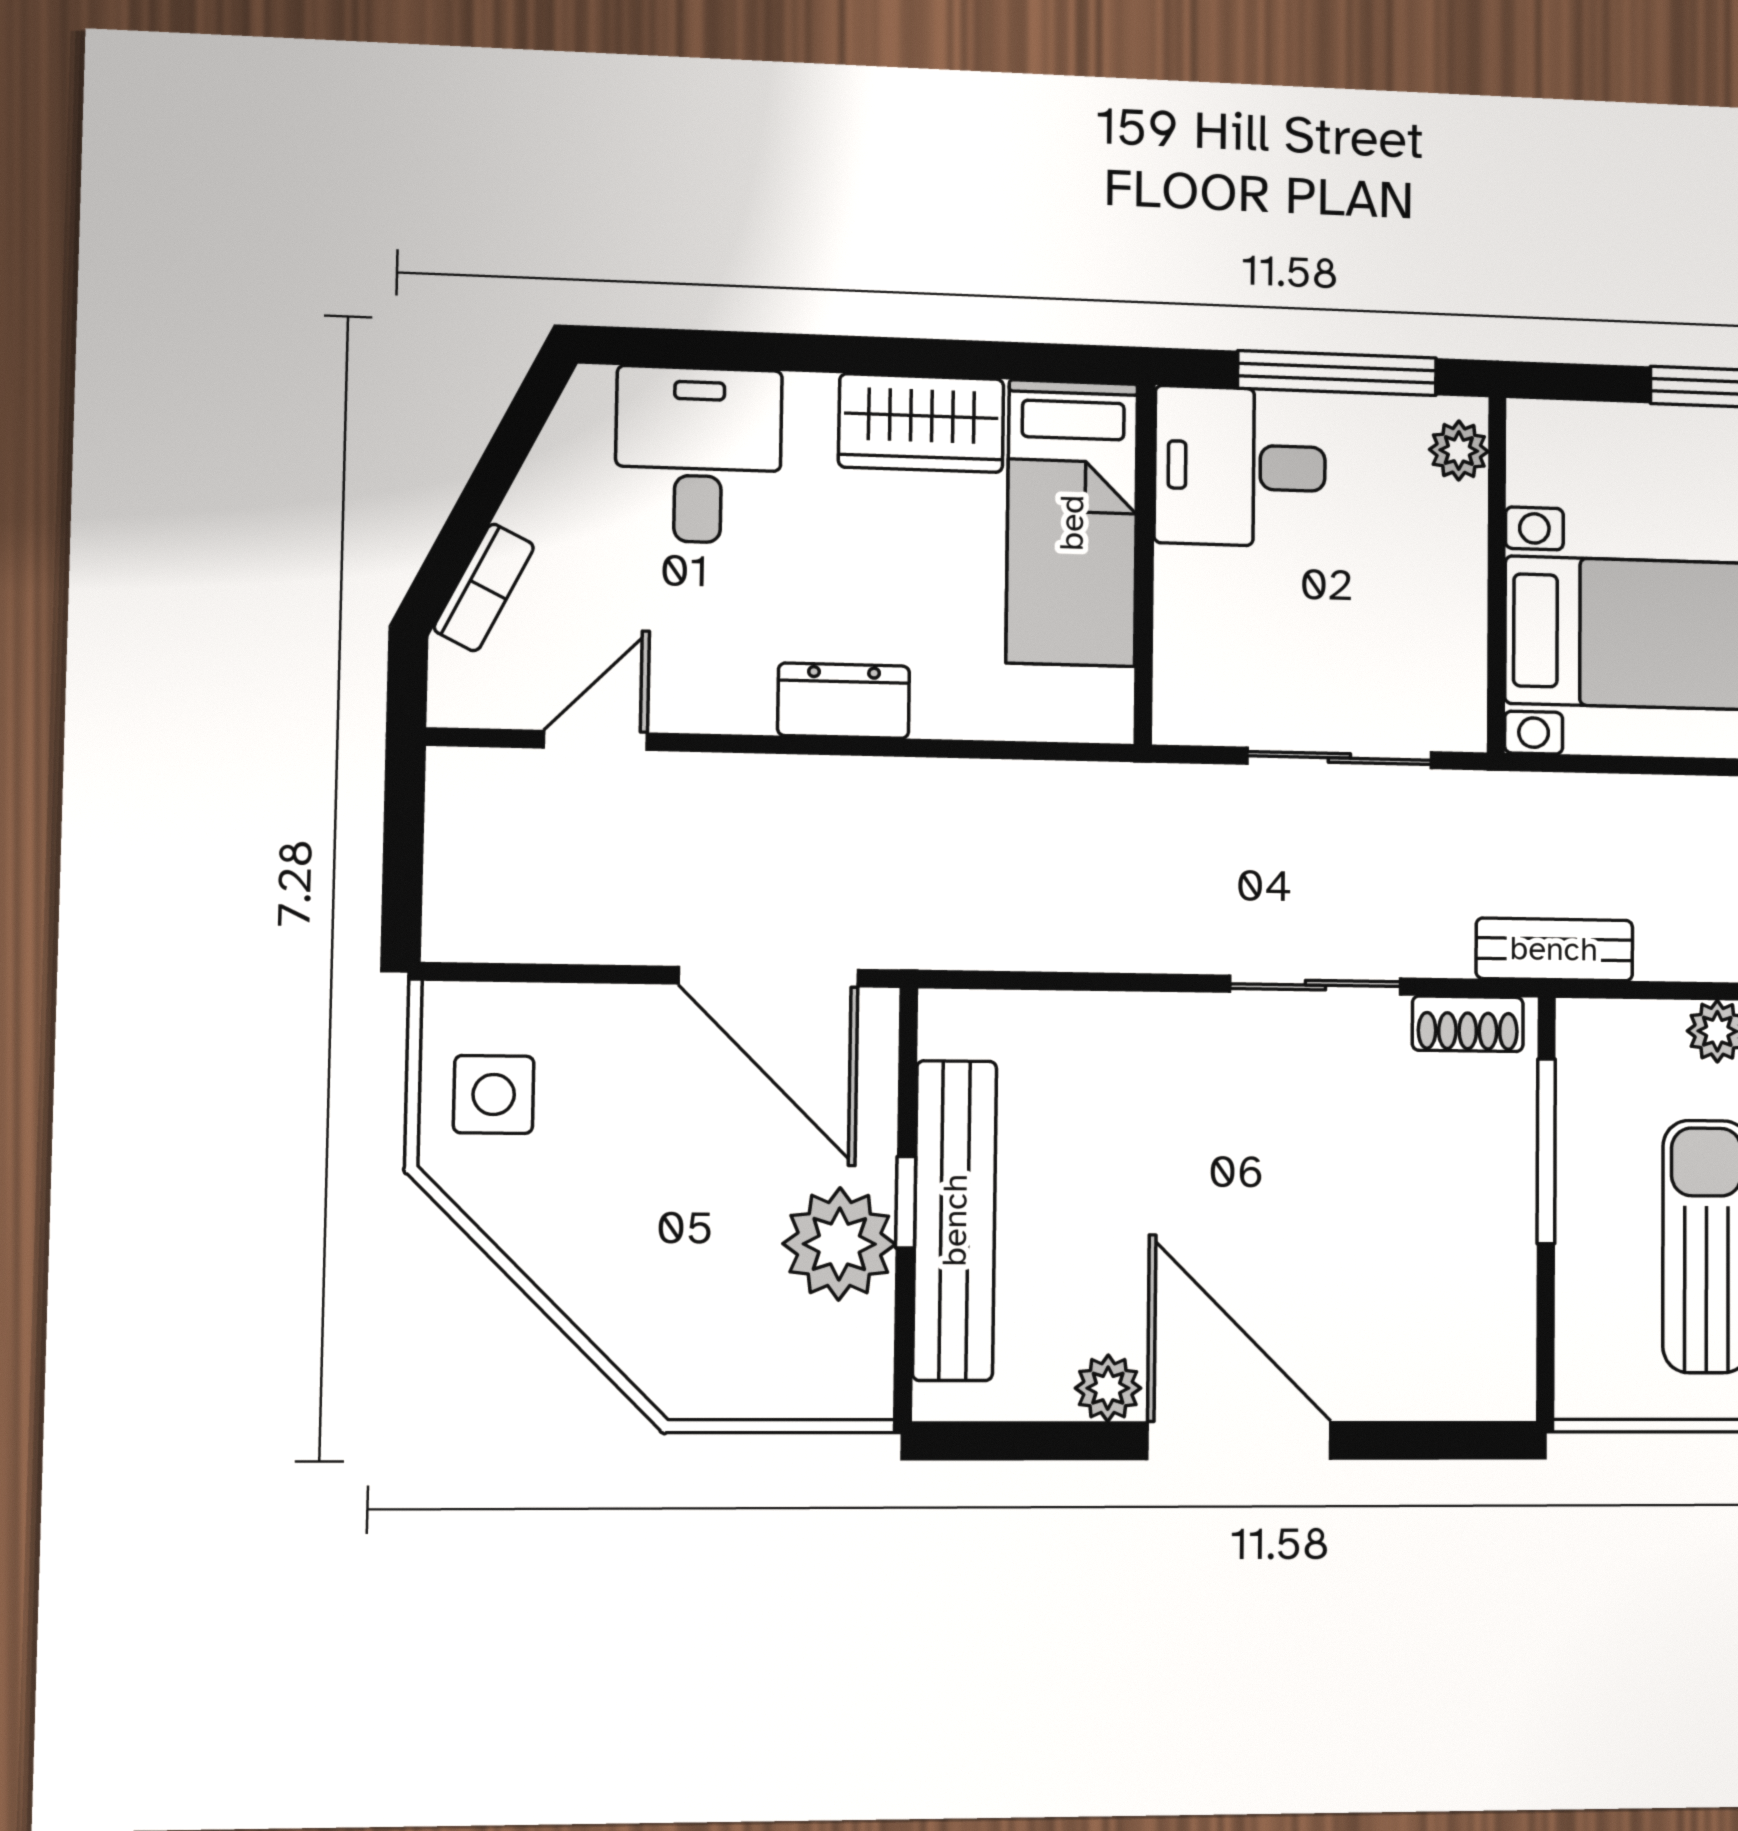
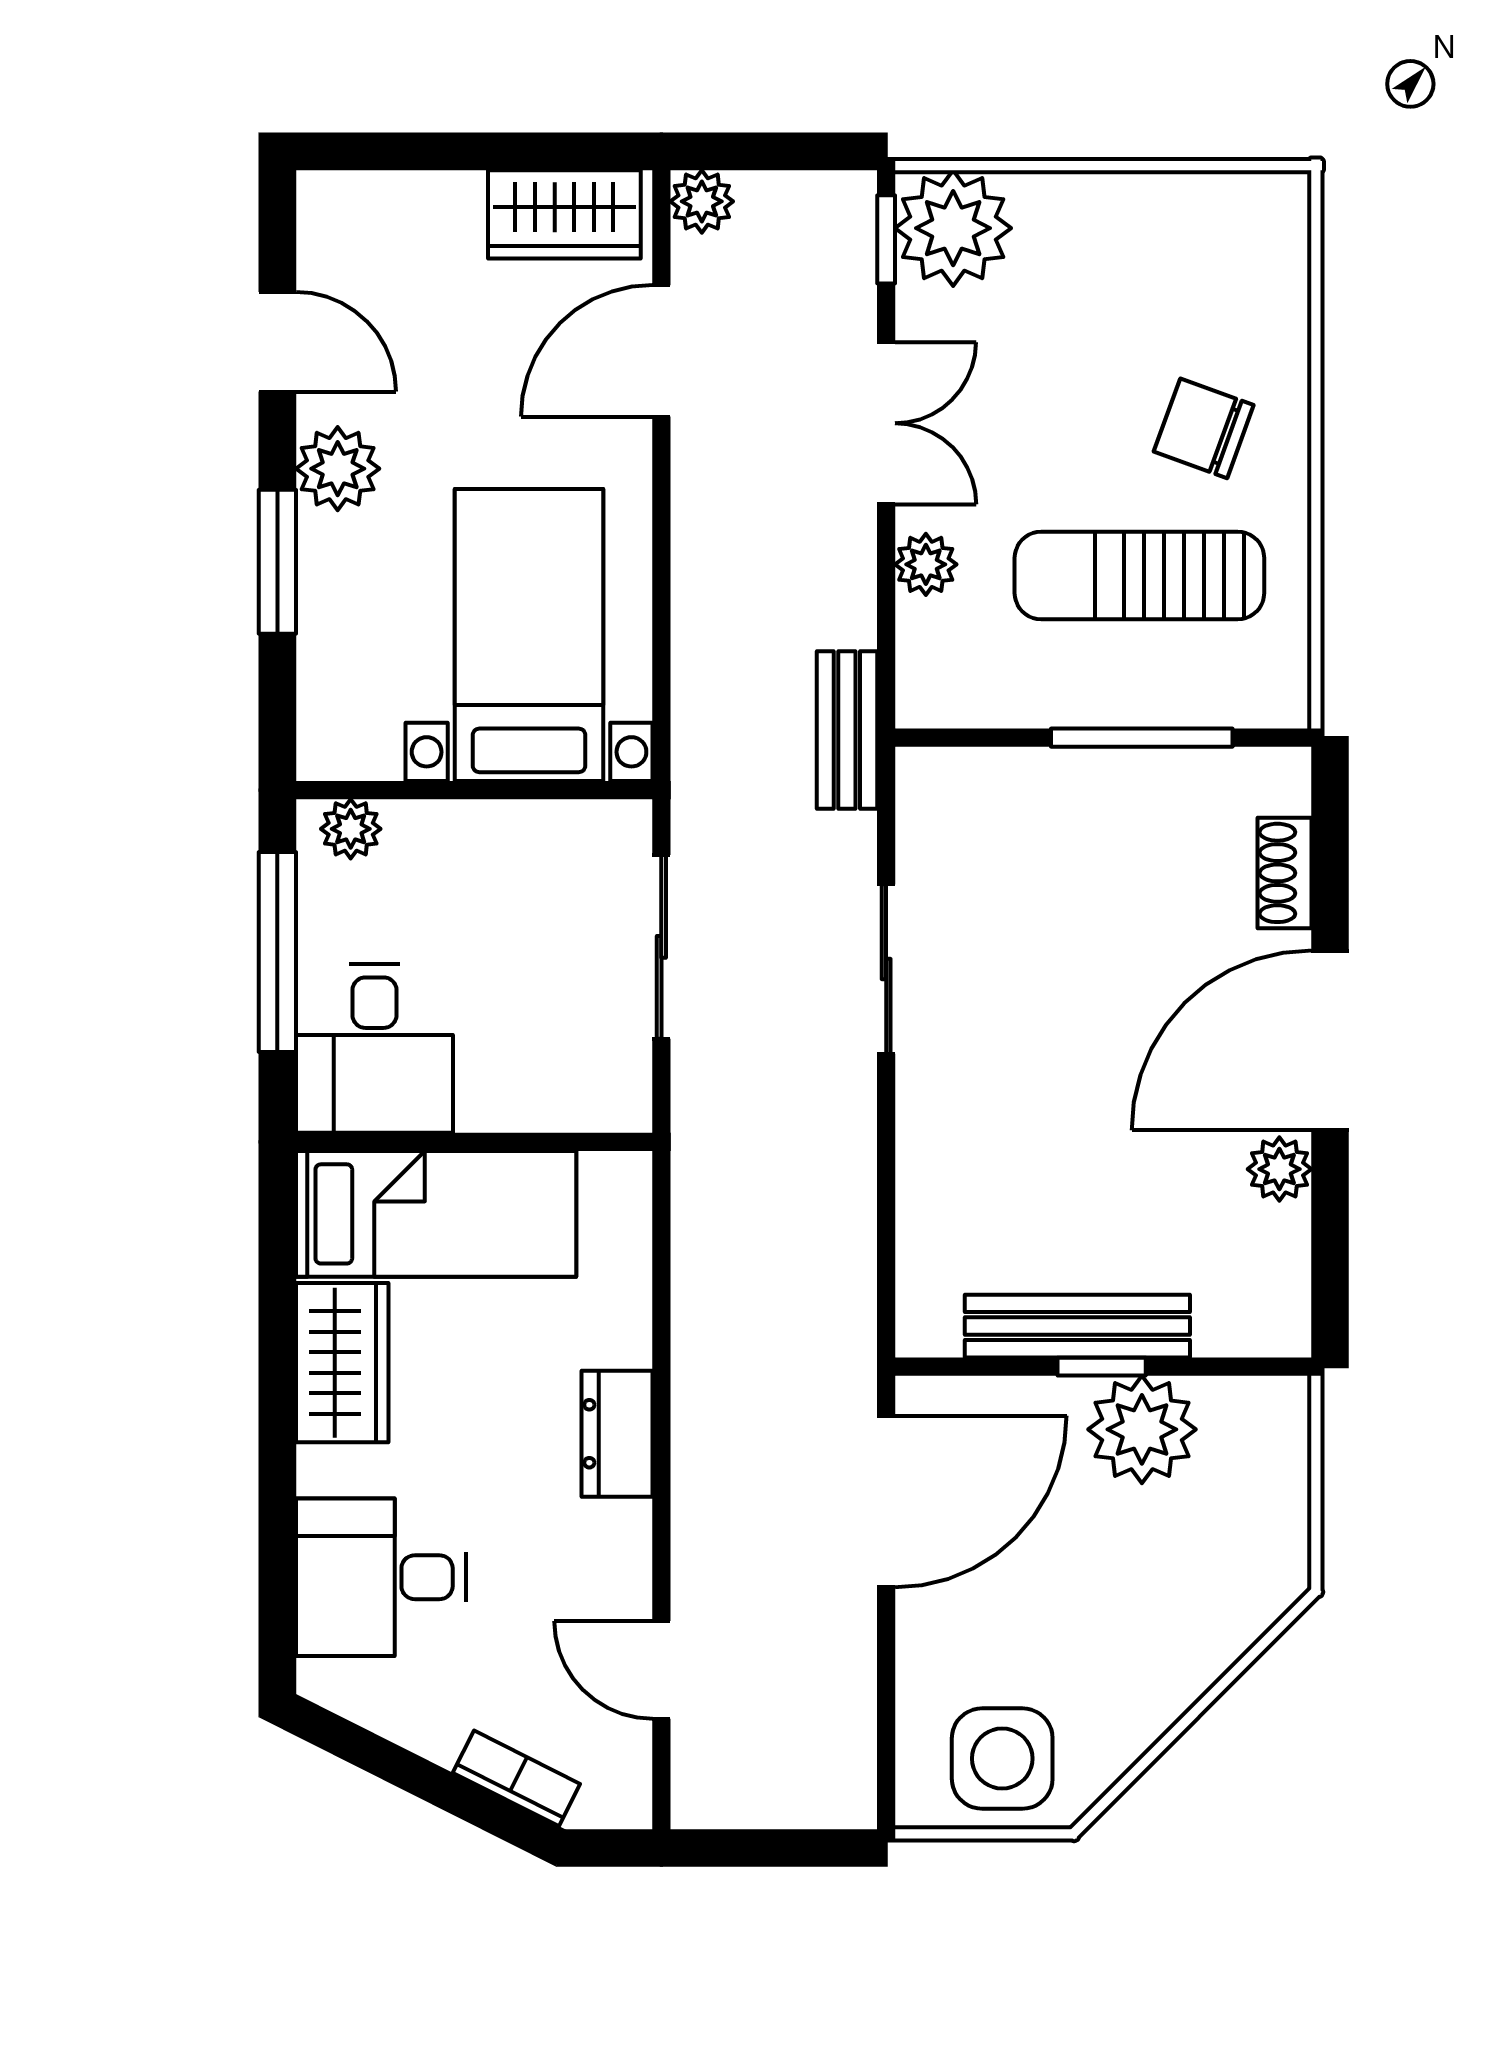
shoe rack: (1468, 1024) -> (1284, 873), moved, turned 180
side table: (494, 1094) -> (1002, 1759), width x1.37, depth x1.37
window: (1546, 1151) -> (1142, 738), moved
bench: (955, 1220) -> (1077, 1326), width x0.73, depth x0.82

